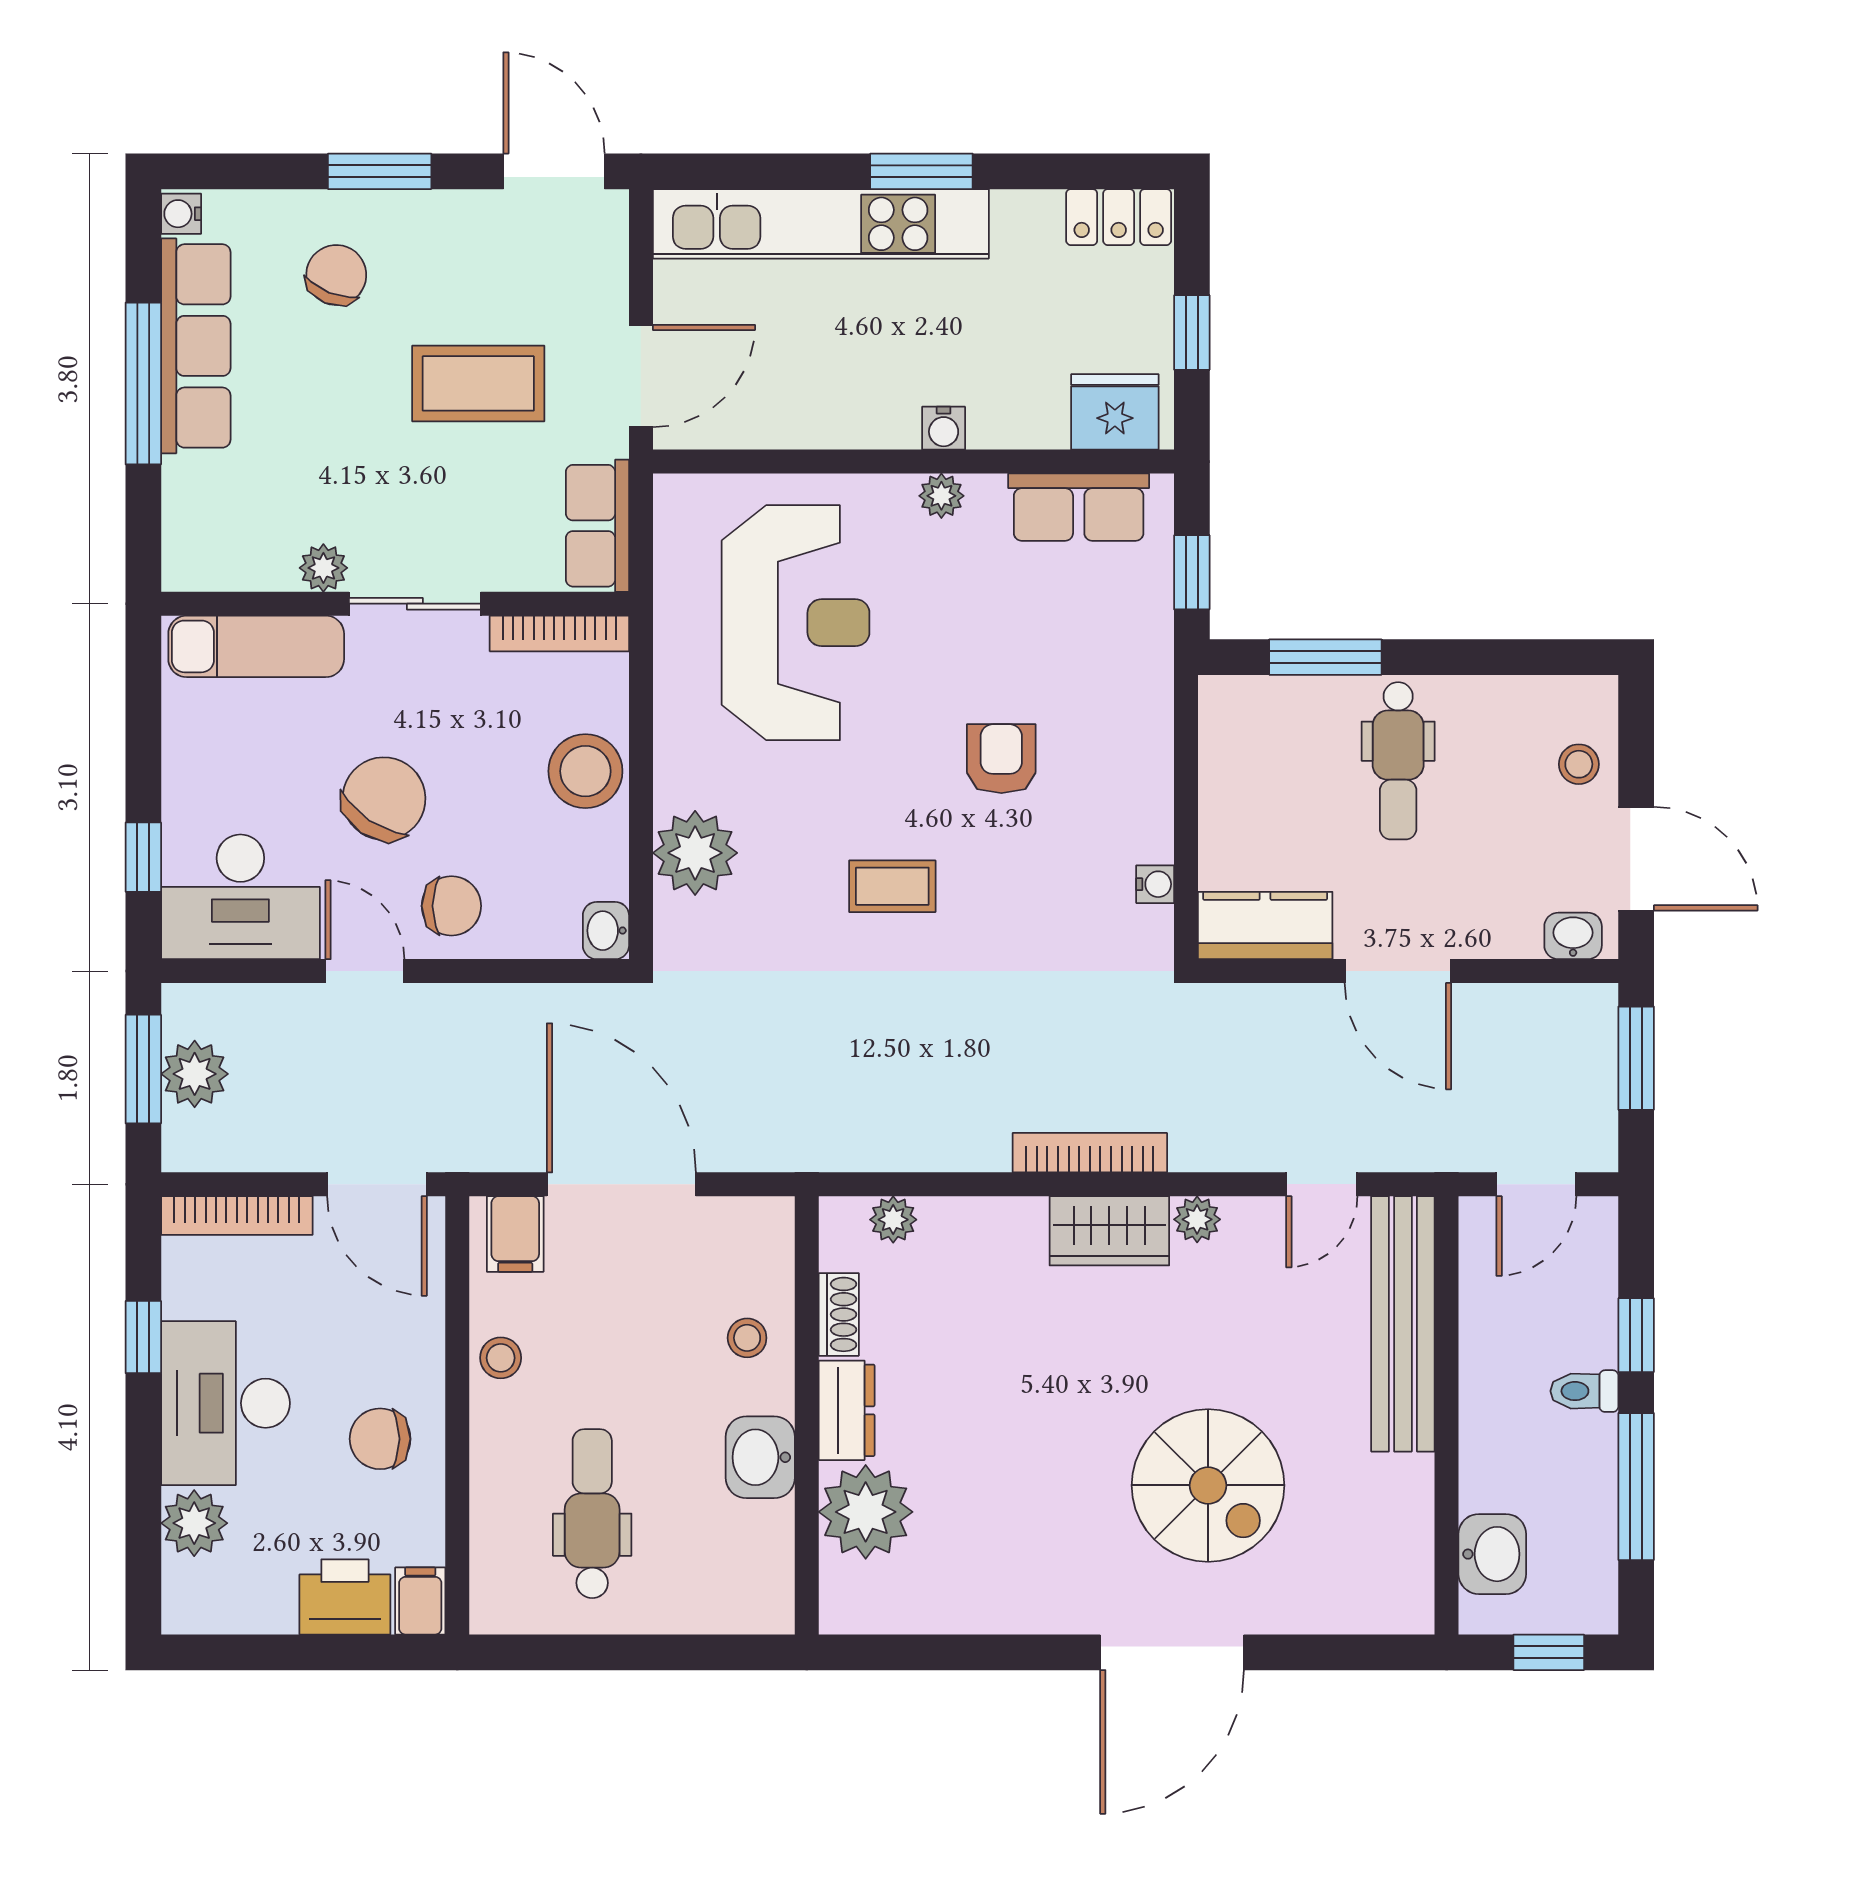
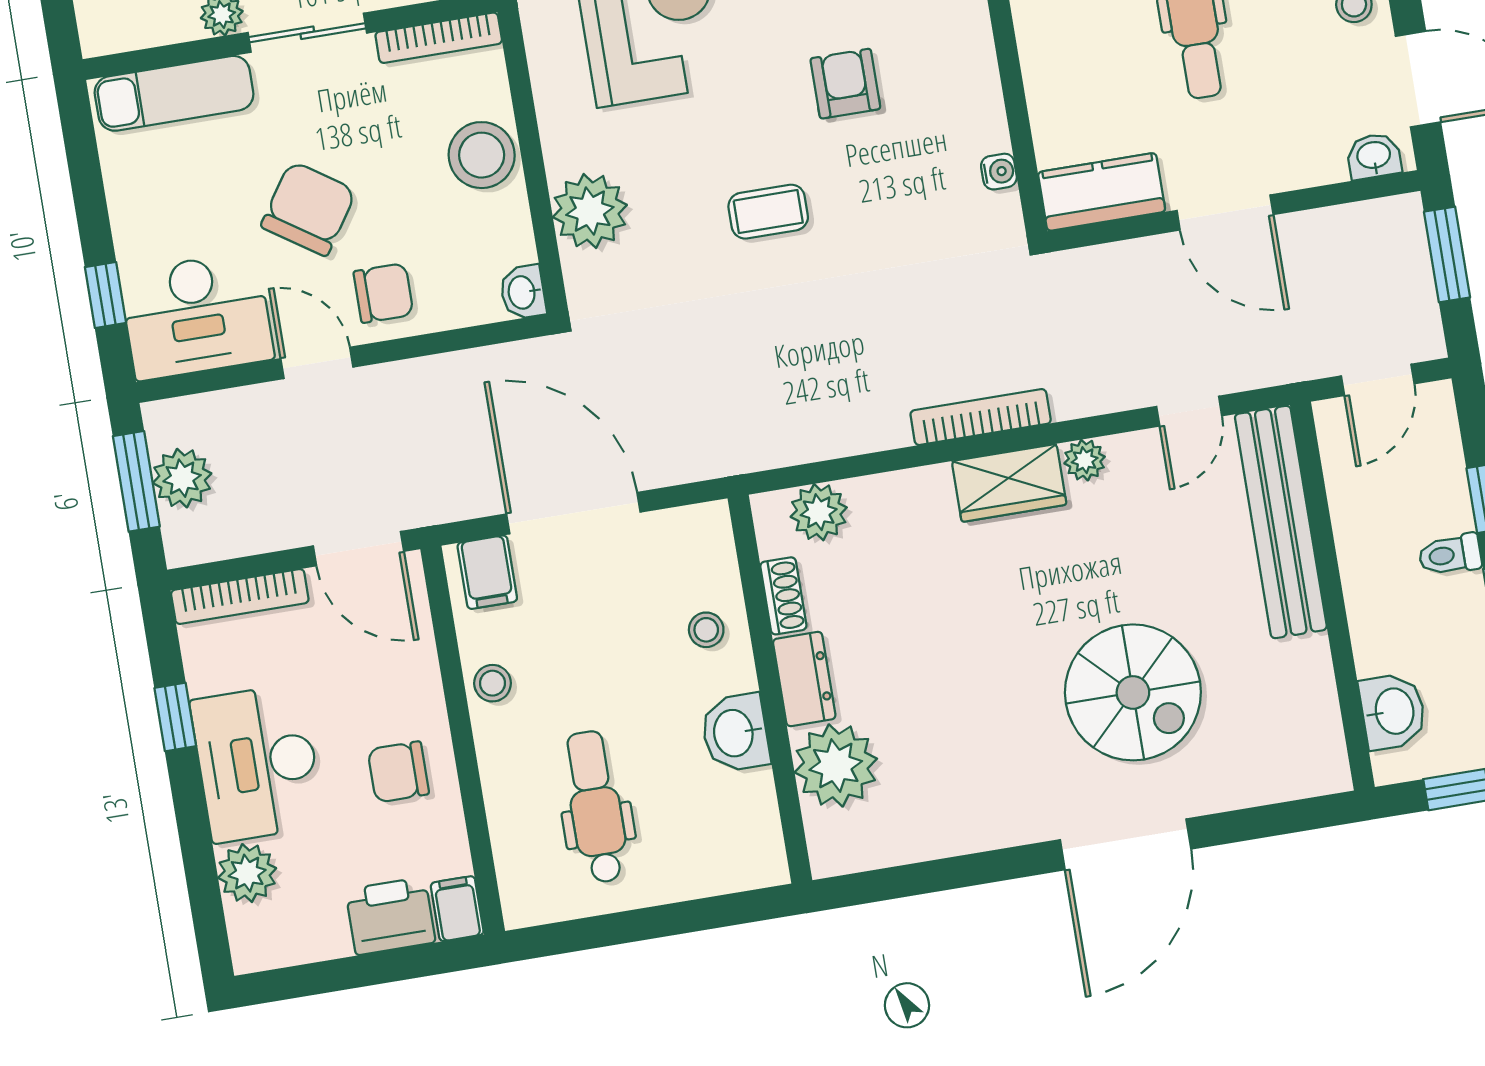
plant: (893, 1220) -> (819, 512), width x1.38, depth x1.38

